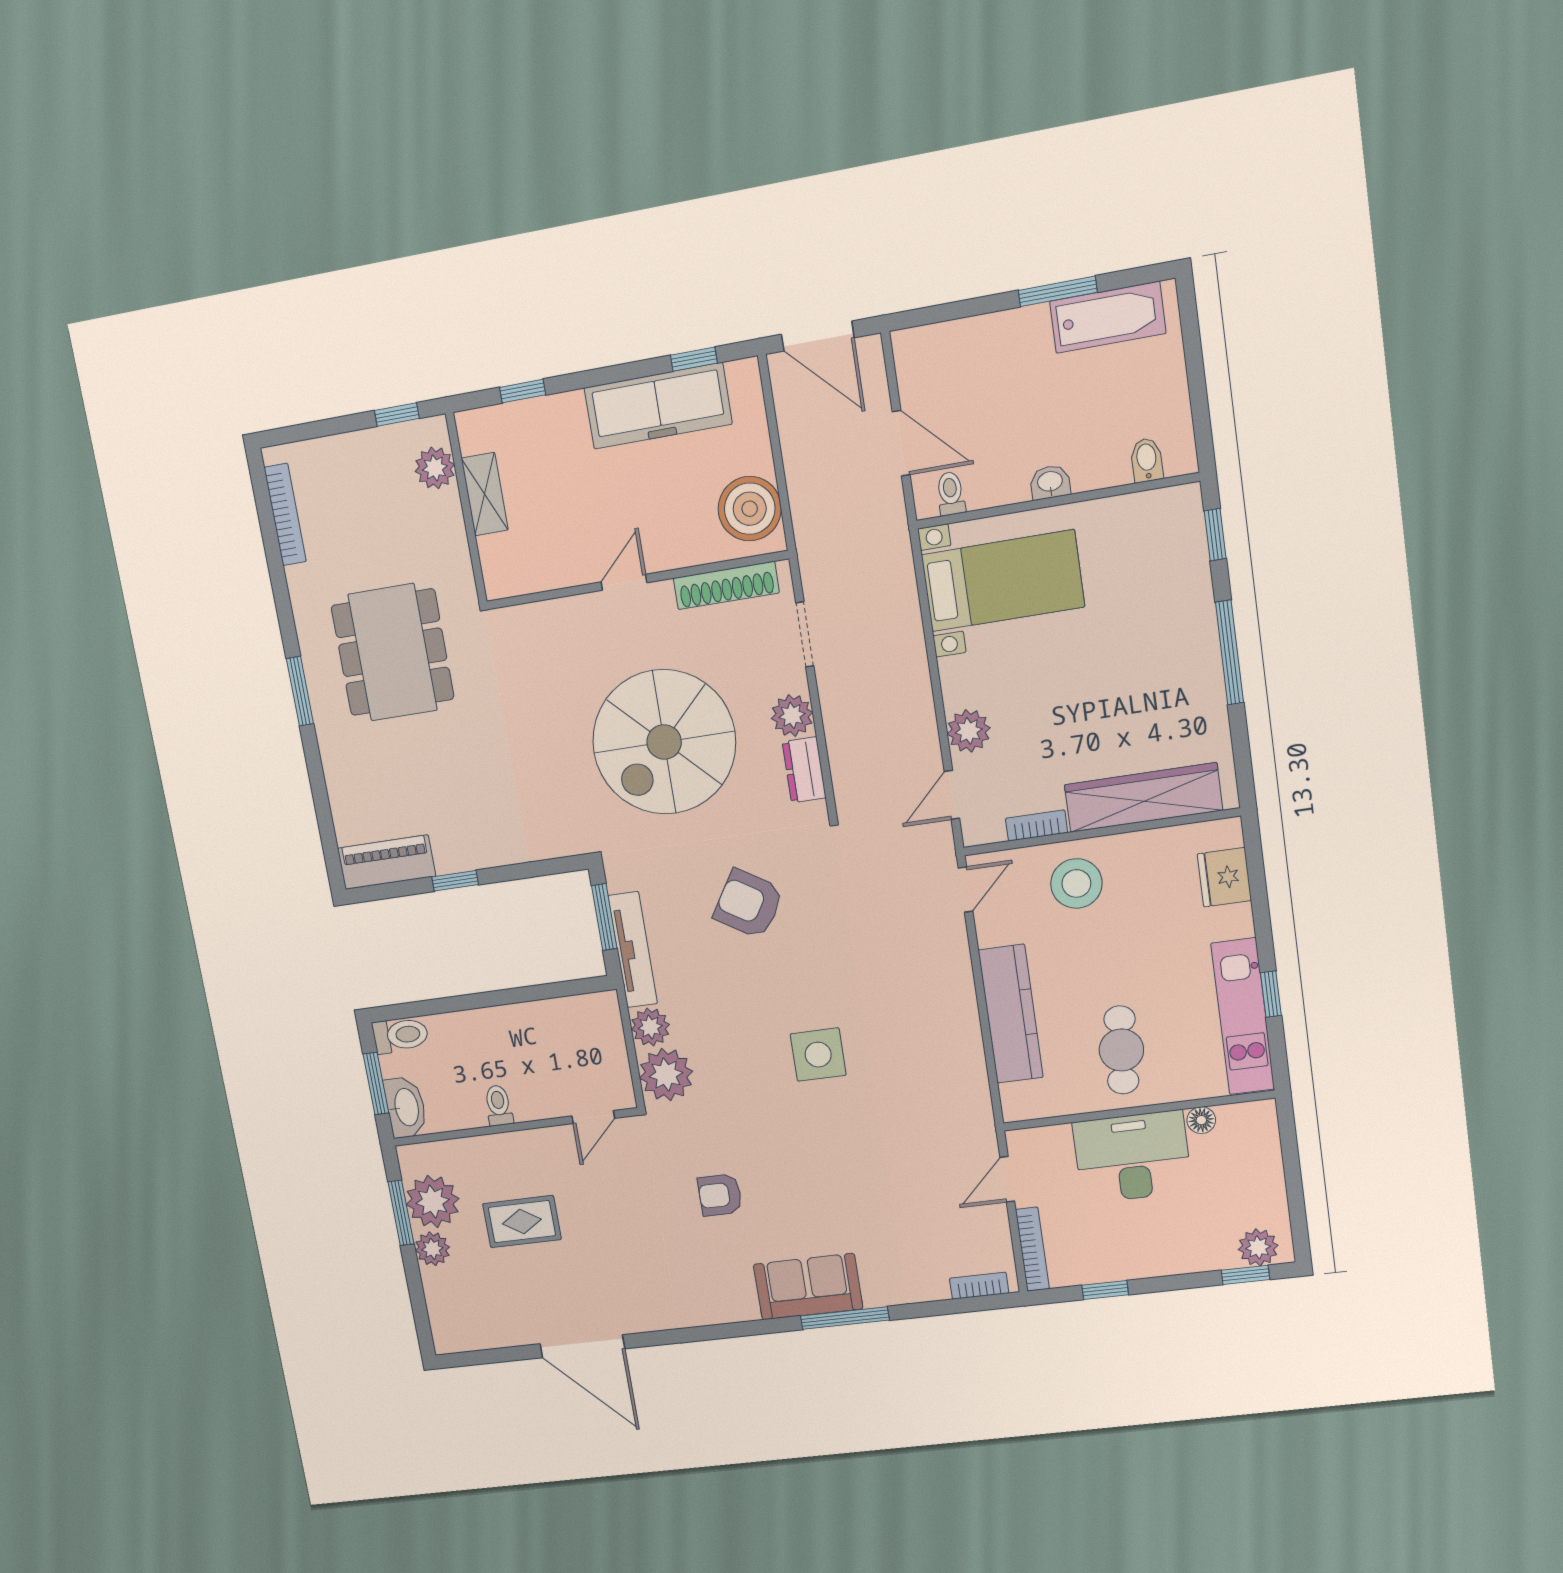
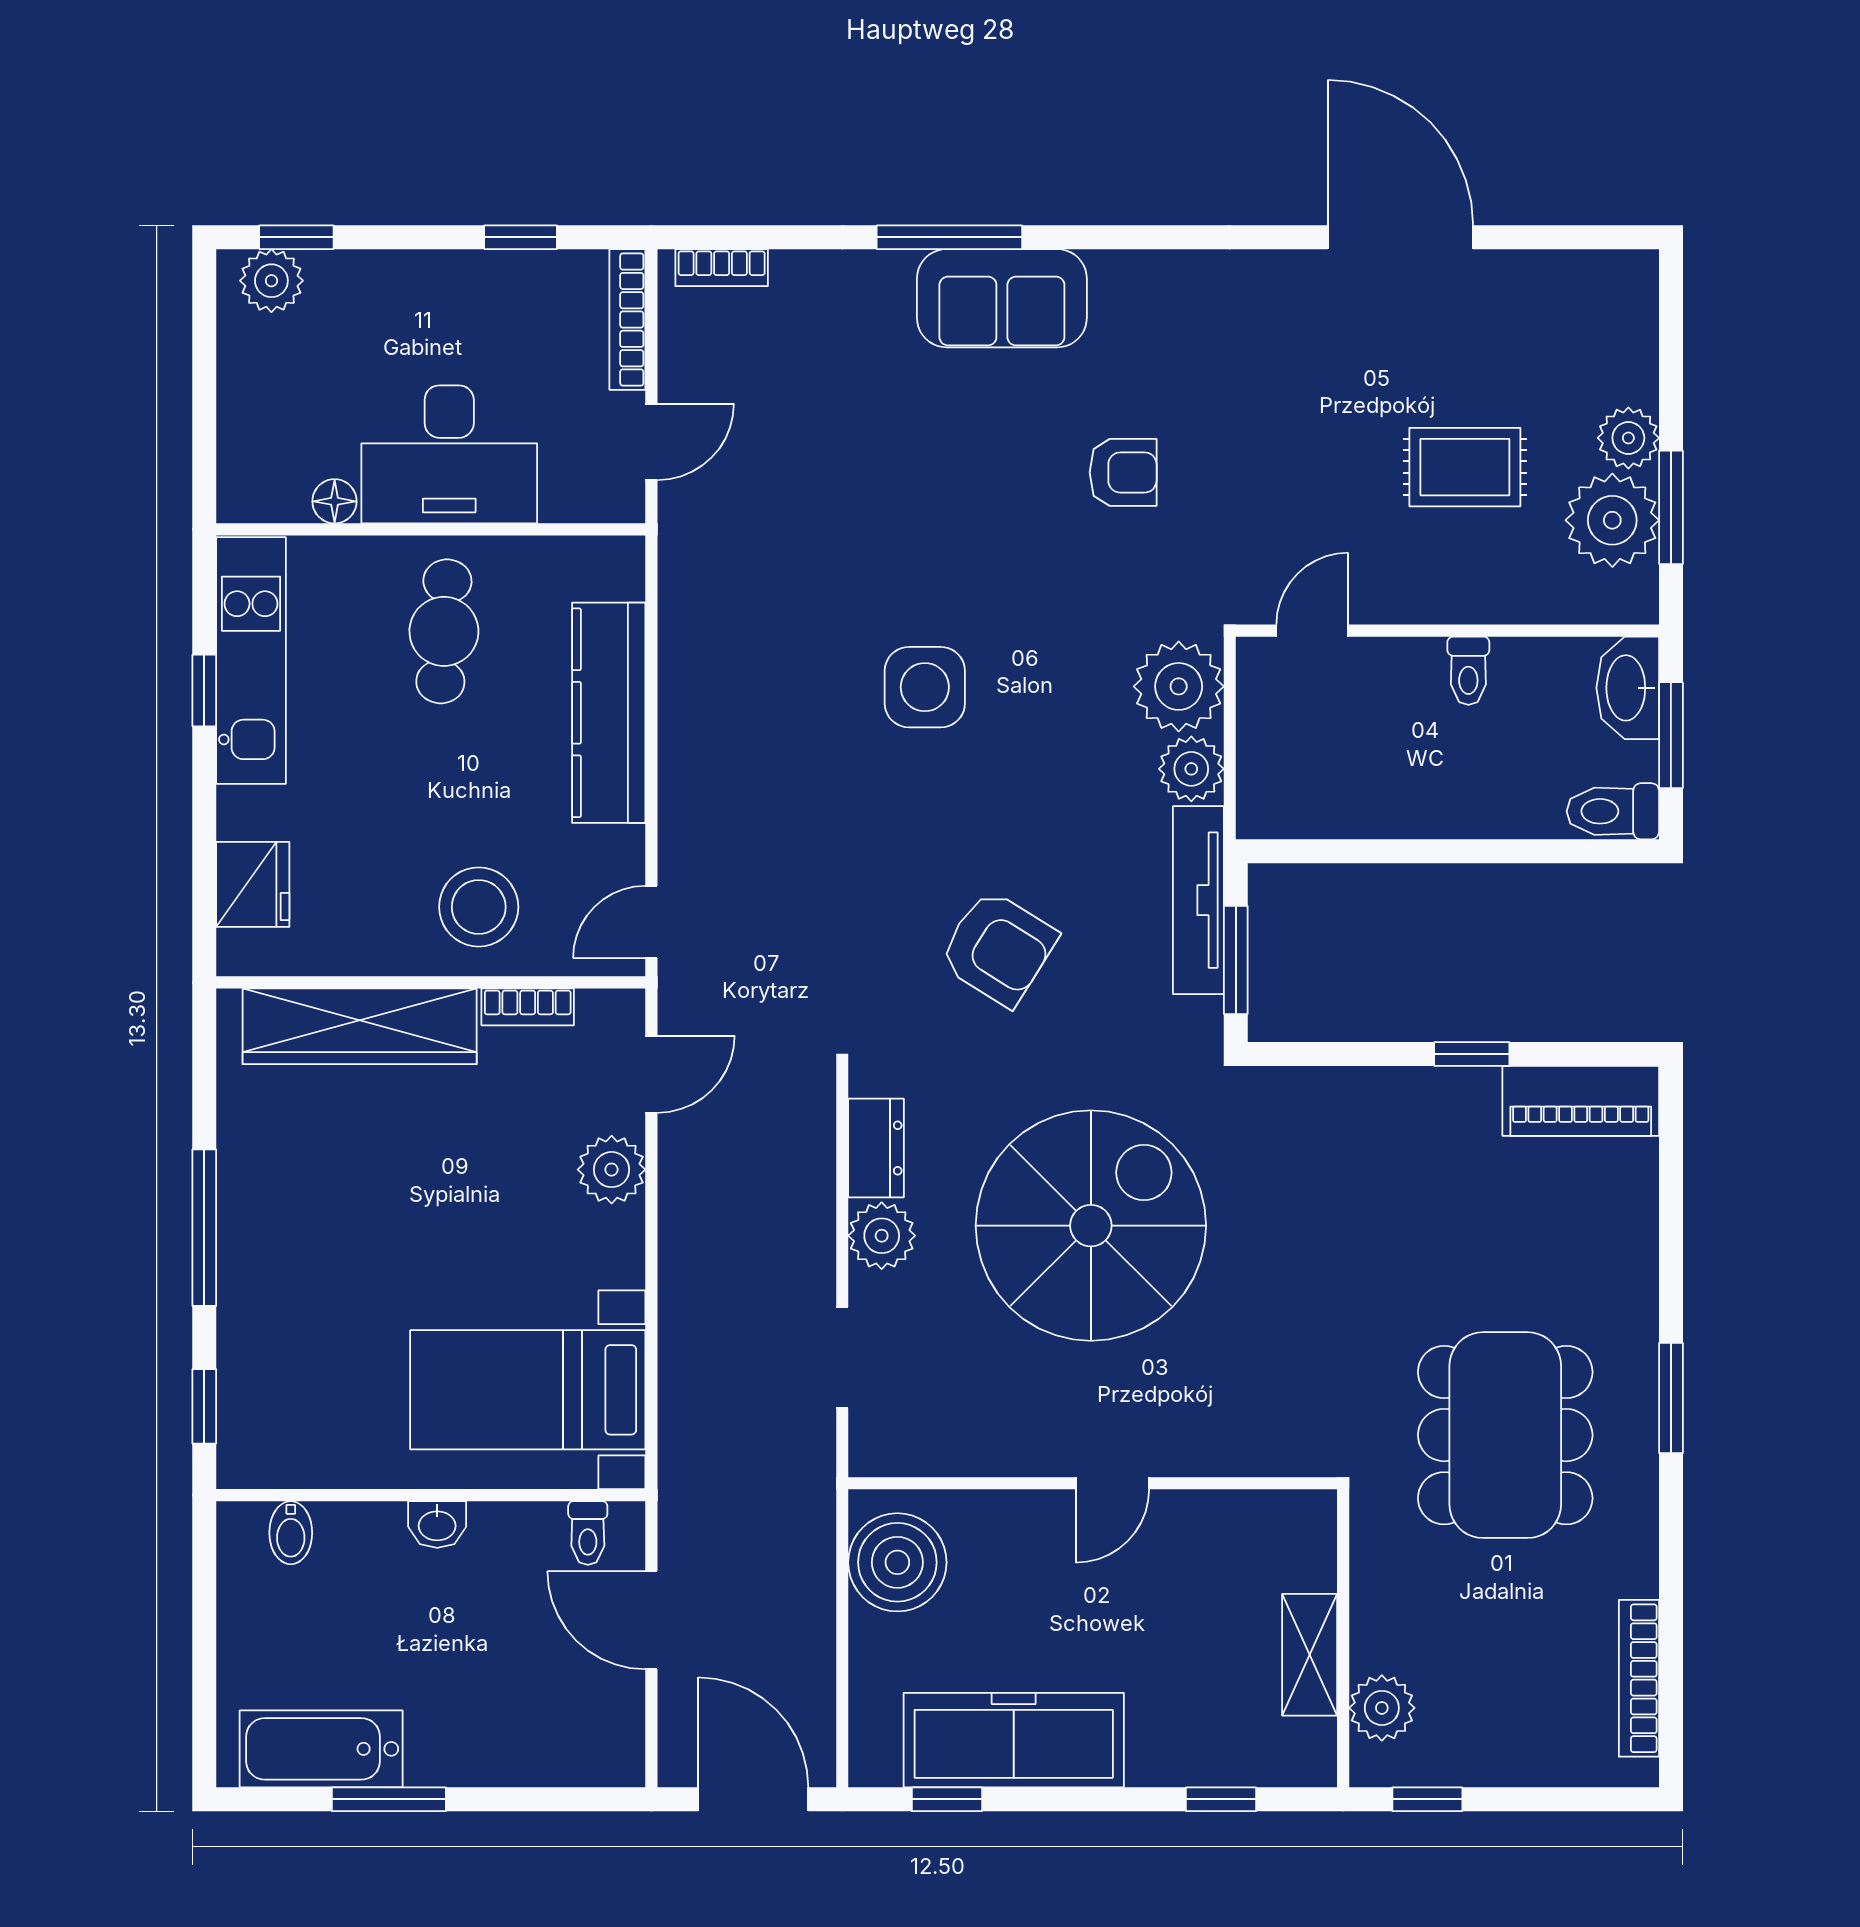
shoe rack: (726, 585) -> (953, 1452), removed

